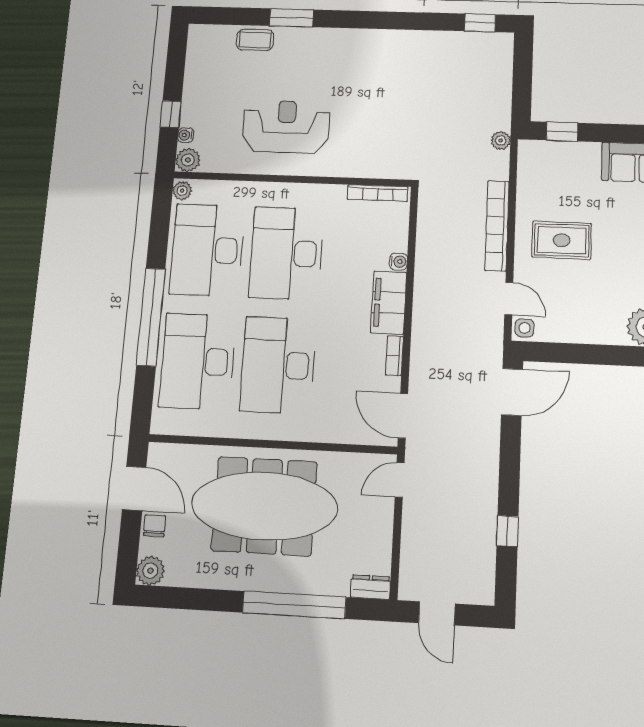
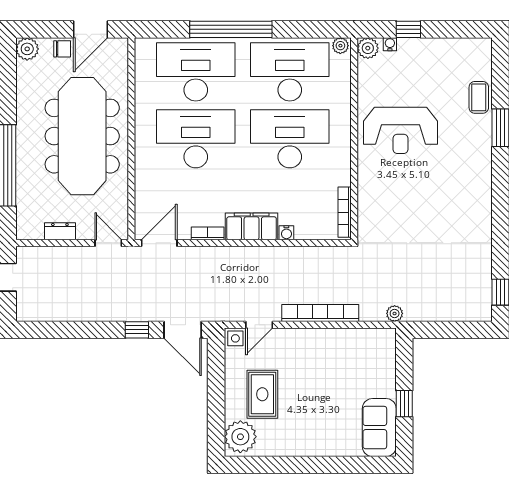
reception desk: (286, 127) -> (400, 130), turned 90
window: (562, 131) -> (404, 404), moved
rug: (562, 240) -> (262, 394), moved
window: (507, 531) -> (137, 330), moved
dresser: (371, 587) -> (60, 231), moved, turned -90

